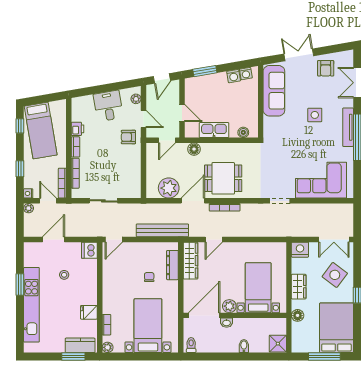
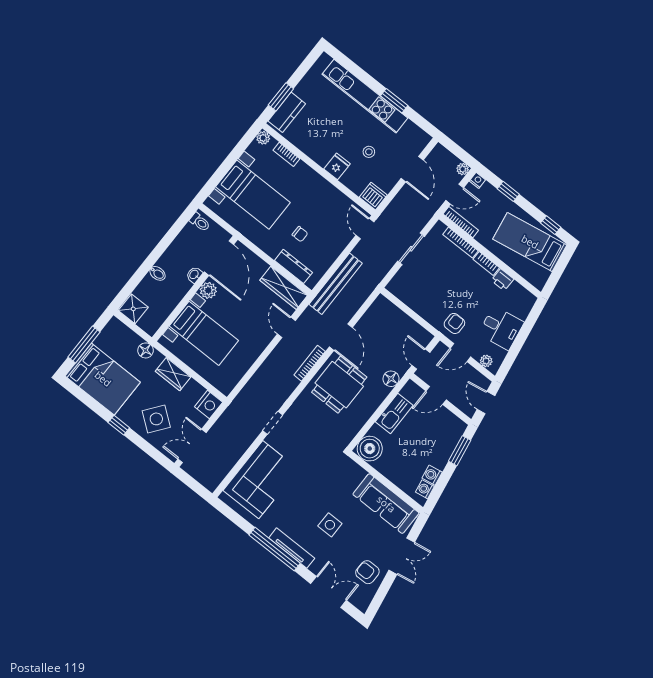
boiler: (243, 132) -> (370, 449), width x1.86, depth x1.86
plant: (169, 188) -> (372, 323), removed
fridge: (89, 312) -> (337, 166), moved

